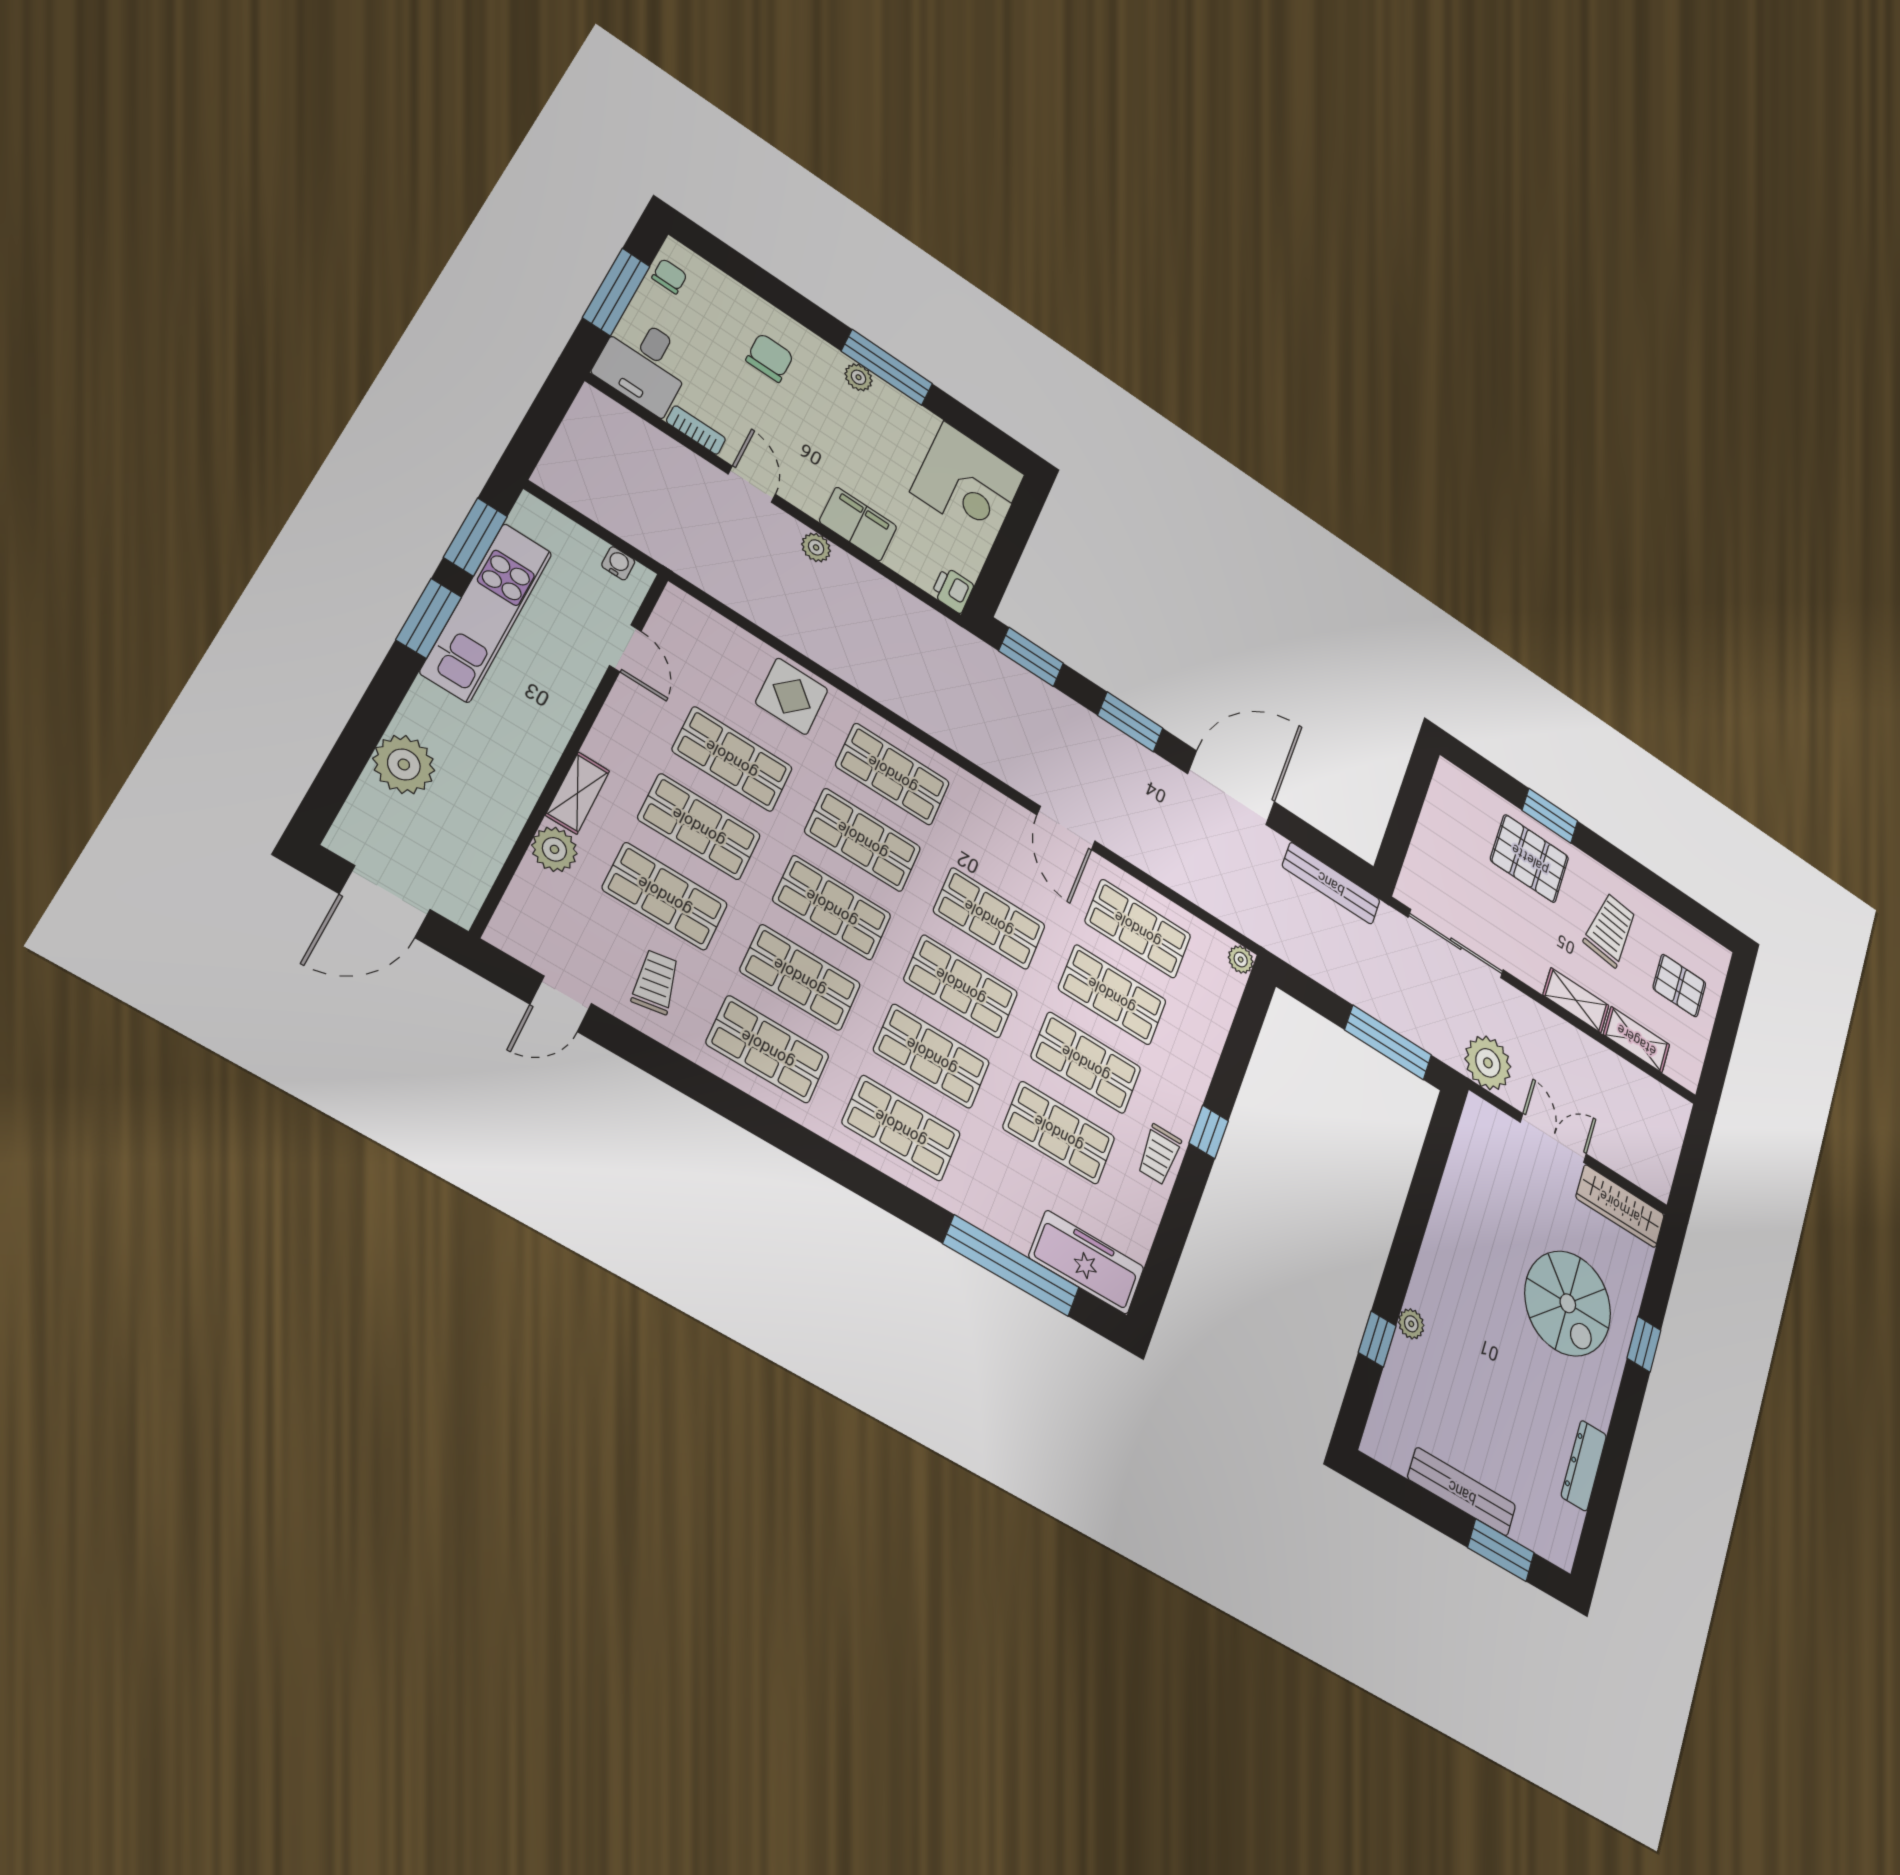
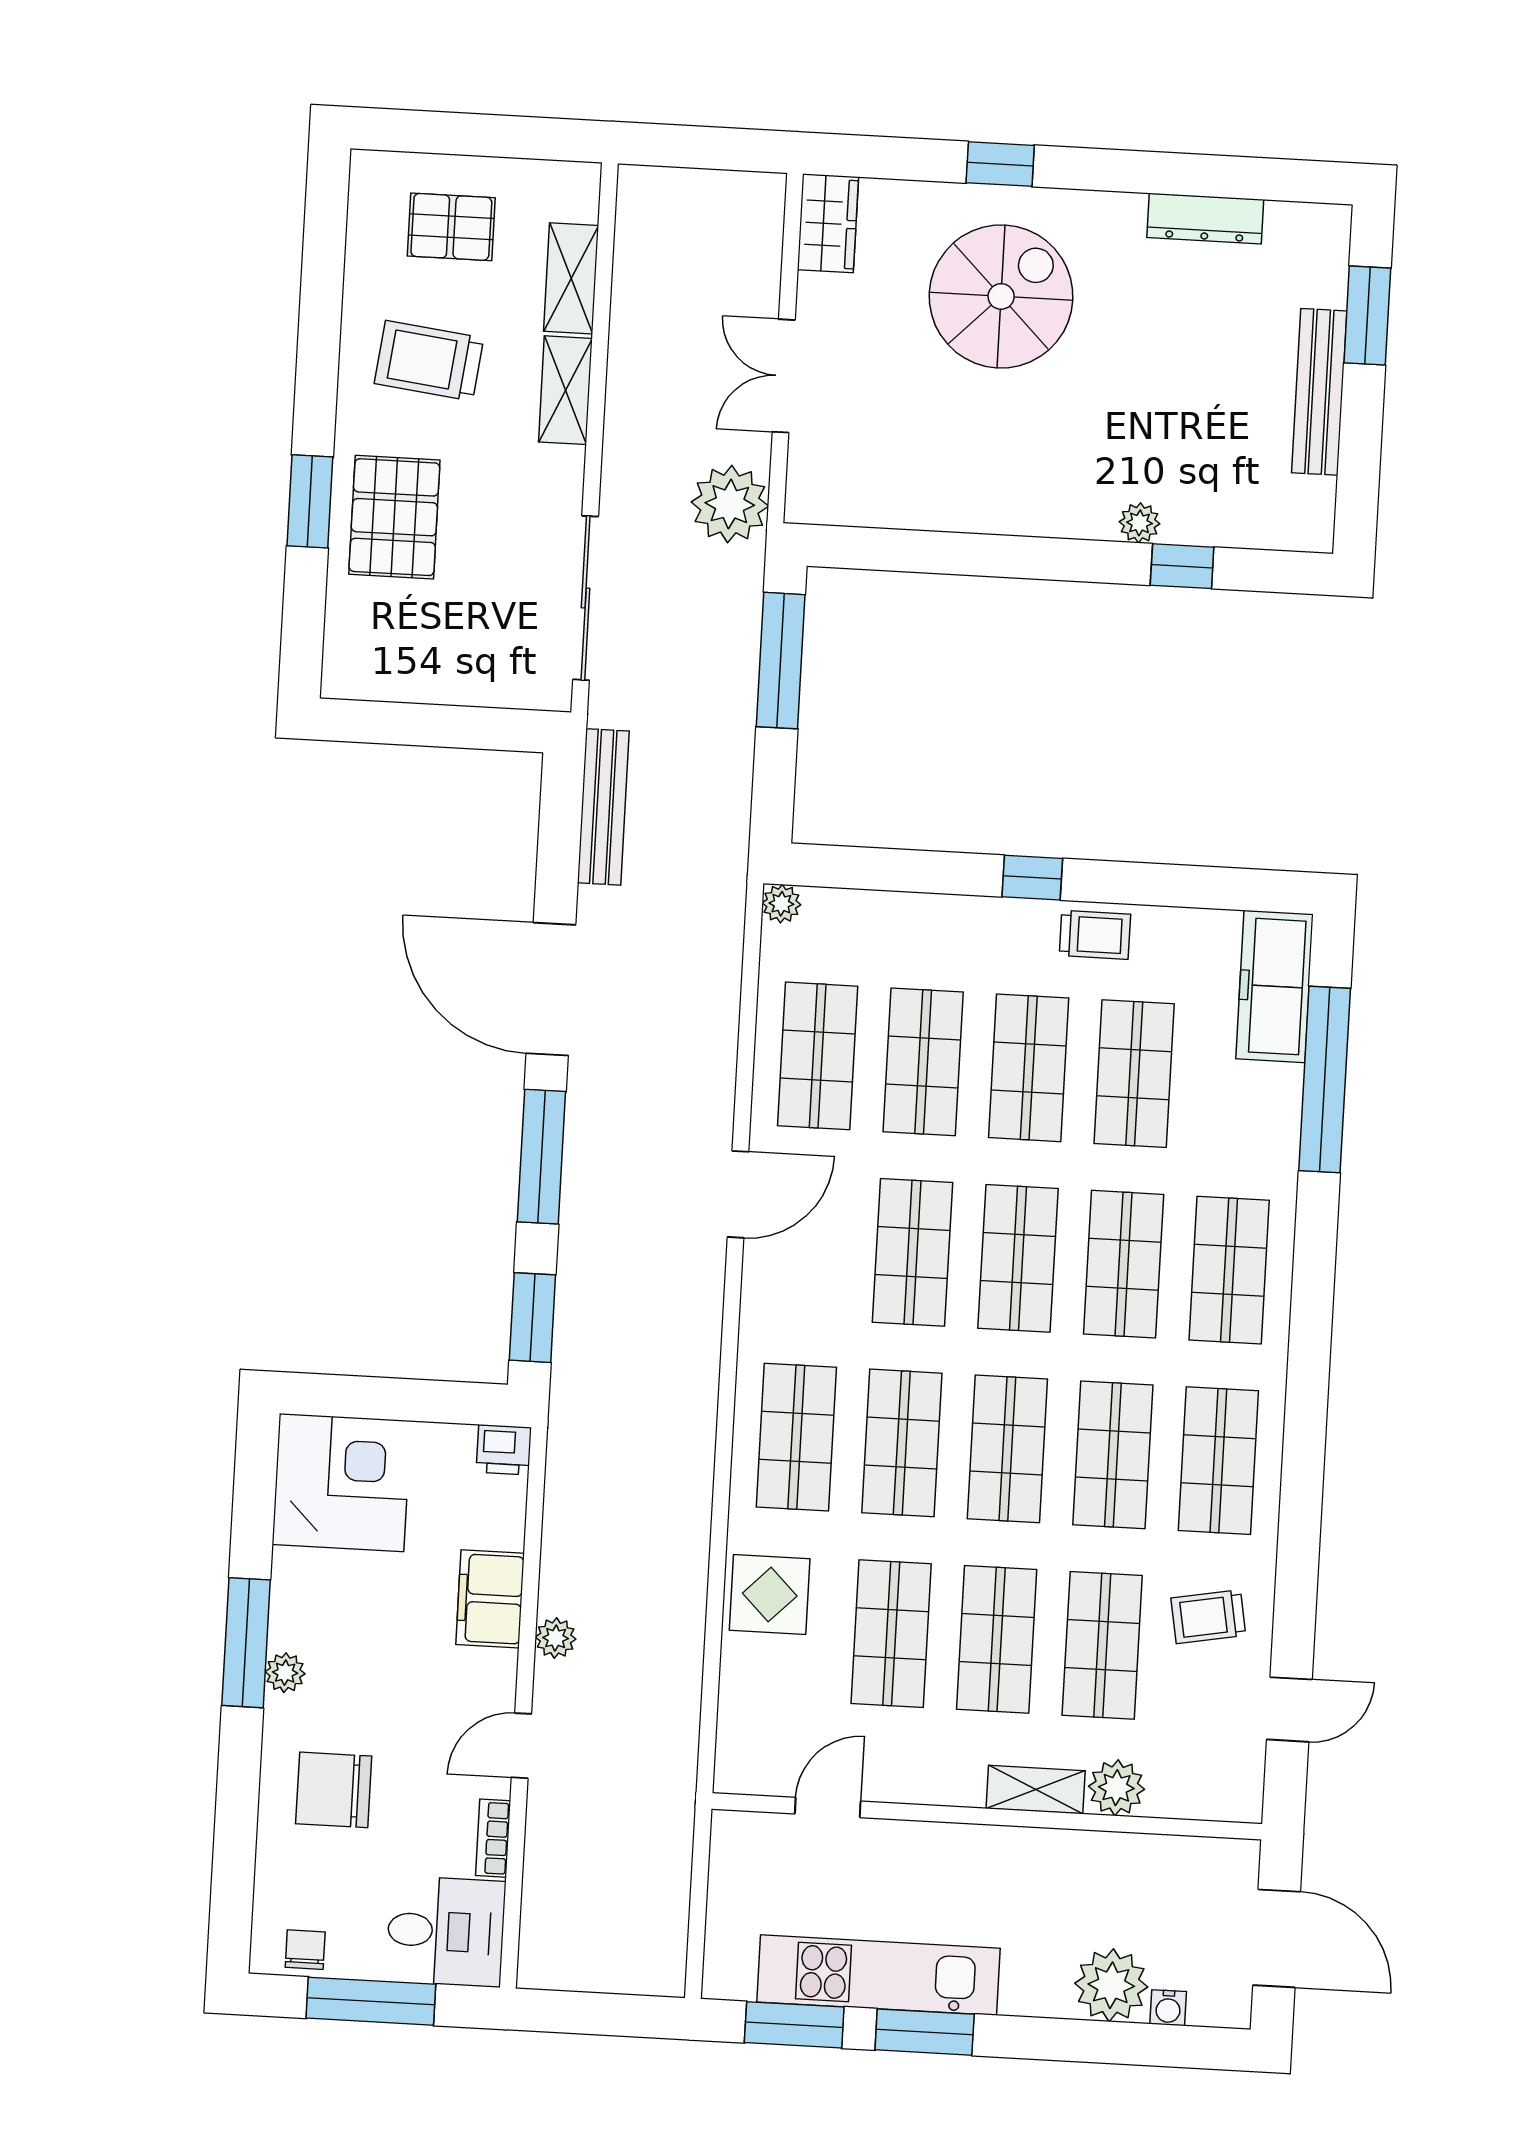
chair: (669, 276) -> (305, 1950), turned 90
chair: (770, 358) -> (334, 1790), width x1.37, depth x1.37
water cooler: (618, 563) -> (1168, 2008), moved, turned -90
window: (1130, 722) -> (541, 1157), width x1.44
pallet: (1679, 986) -> (451, 227), turned 90
door: (561, 1004) -> (1289, 1709), hinge flipped
wardrobe: (1620, 1206) -> (828, 223), width x0.67

